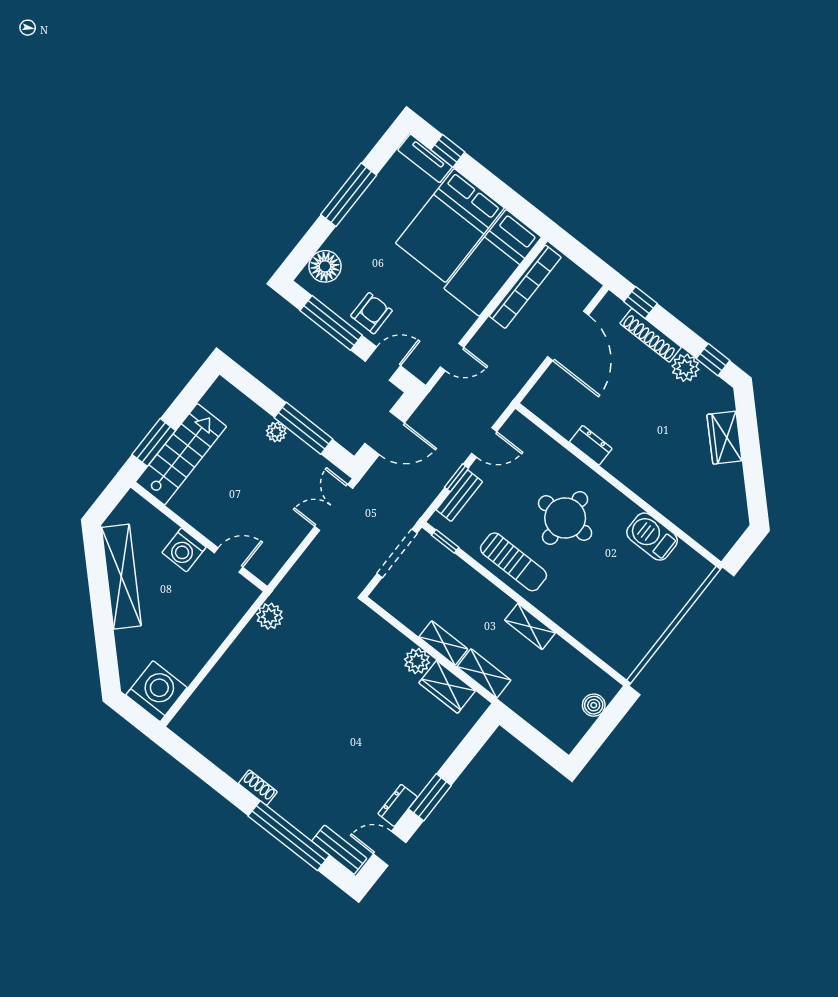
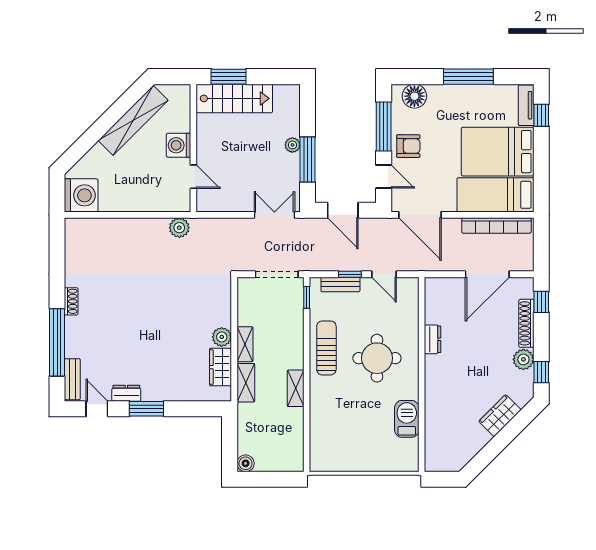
door: (452, 357) -> (420, 215), width x1.87
sun lounger: (513, 562) -> (326, 348), turned 180
boiler: (594, 705) -> (246, 463), moved

